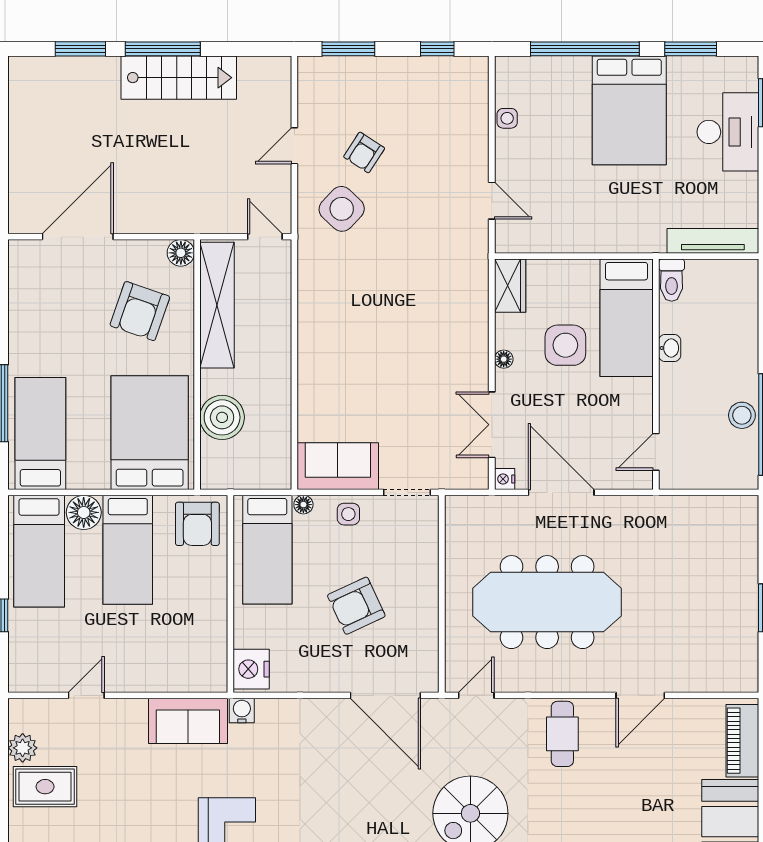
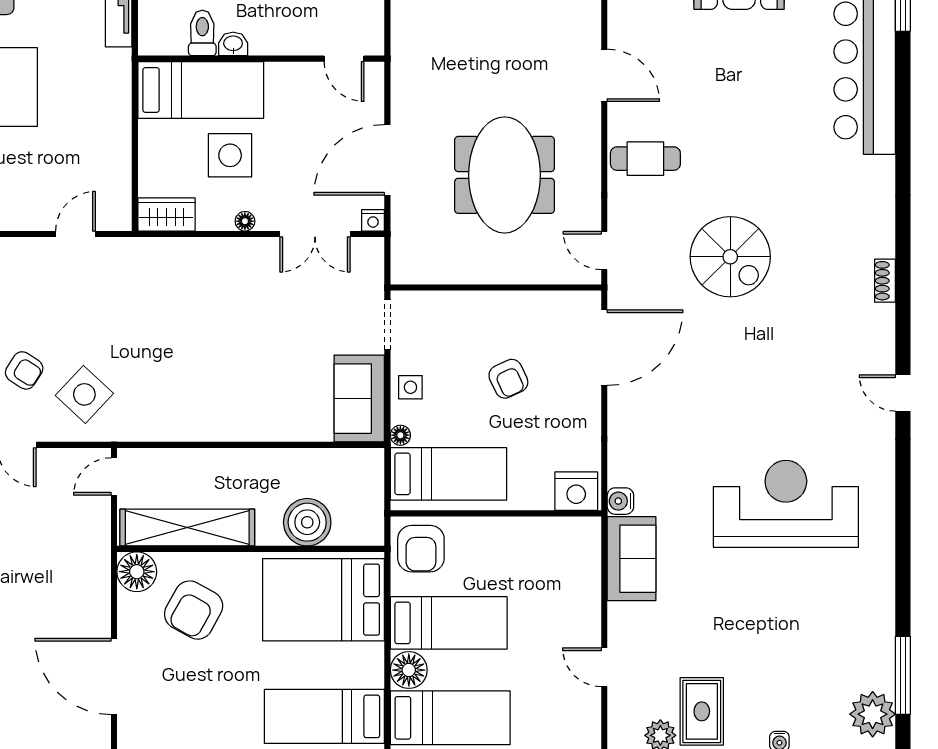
floor lamp: (181, 253) -> (137, 572), width x1.38, depth x1.38
toilet: (672, 280) -> (202, 33), moved, turned -90
armchair: (140, 311) -> (194, 610), turned 100
armchair: (197, 524) -> (421, 549), turned 90
meeting table: (547, 602) -> (505, 175), width x0.73
armchair: (356, 606) -> (508, 379), width x0.72, depth x0.72

